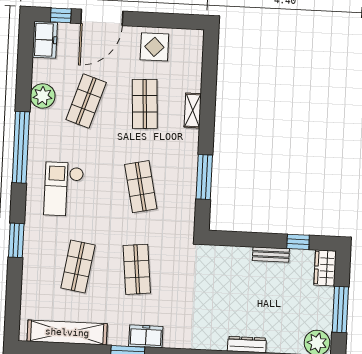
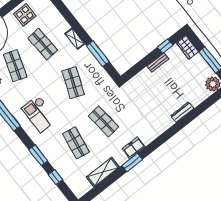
shelving: (193, 110) -> (75, 39), moved
shop shelf: (141, 187) -> (73, 83), turned 33
window: (14, 287) -> (55, 177), added
shelving: (67, 332) -> (103, 172), width x0.68

